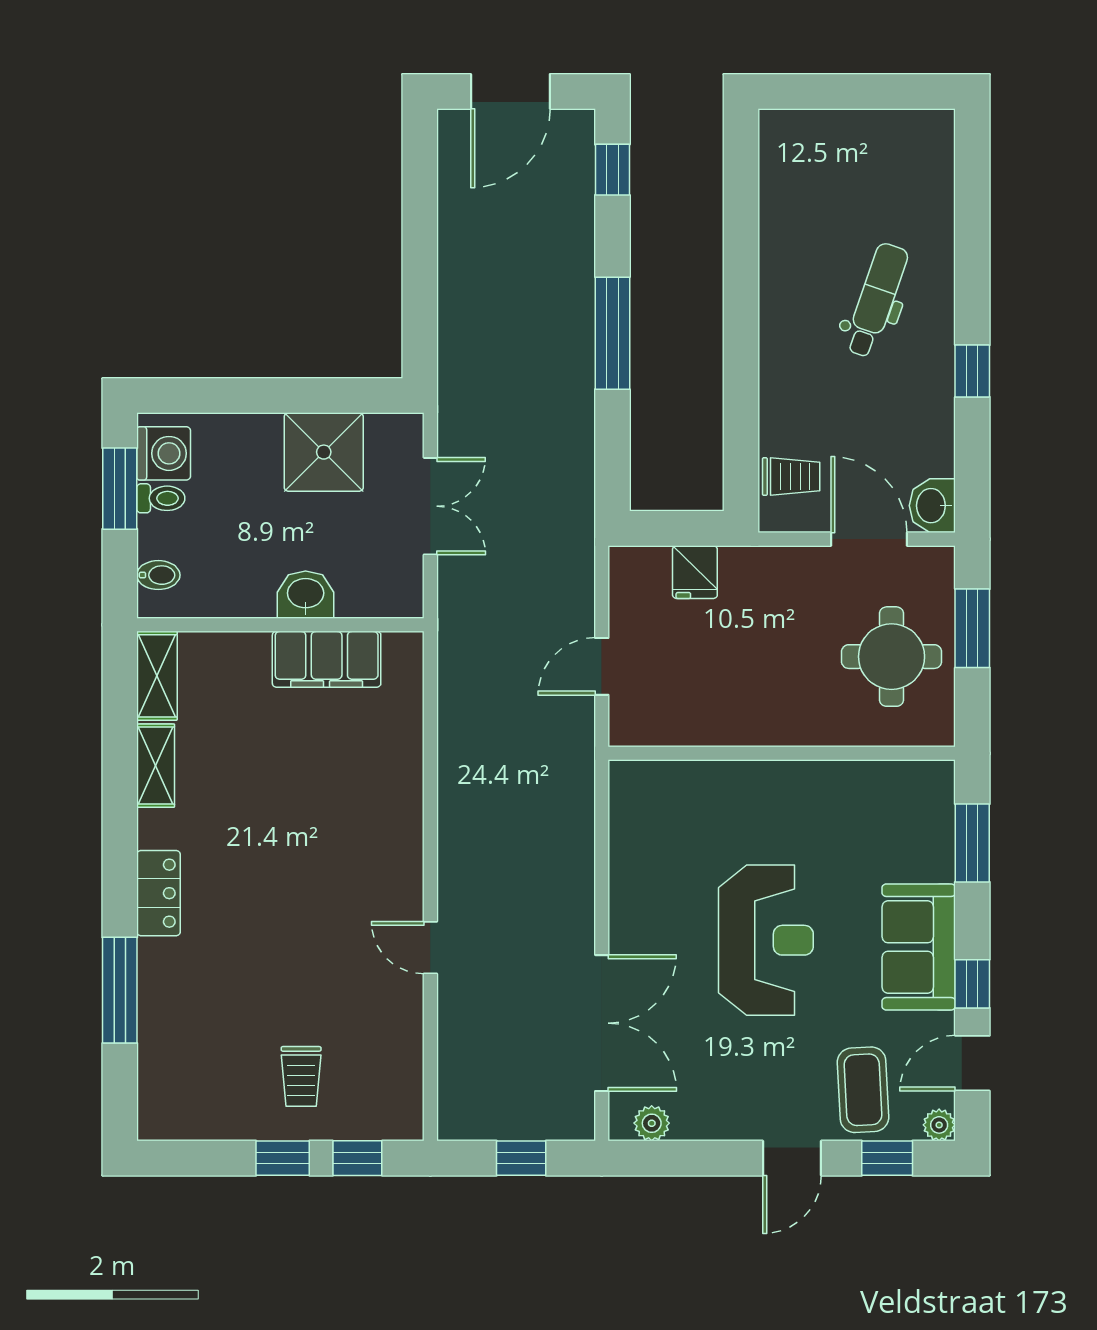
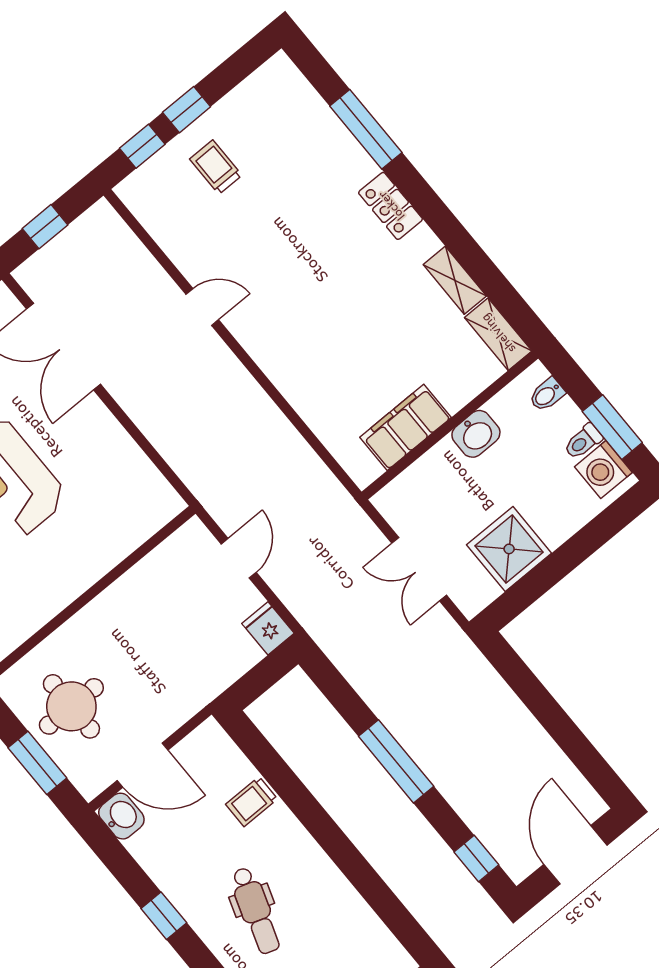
trolley: (791, 477) -> (252, 802), moved
fridge: (695, 572) -> (268, 628), moved
washbasin: (306, 595) -> (476, 434), moved

